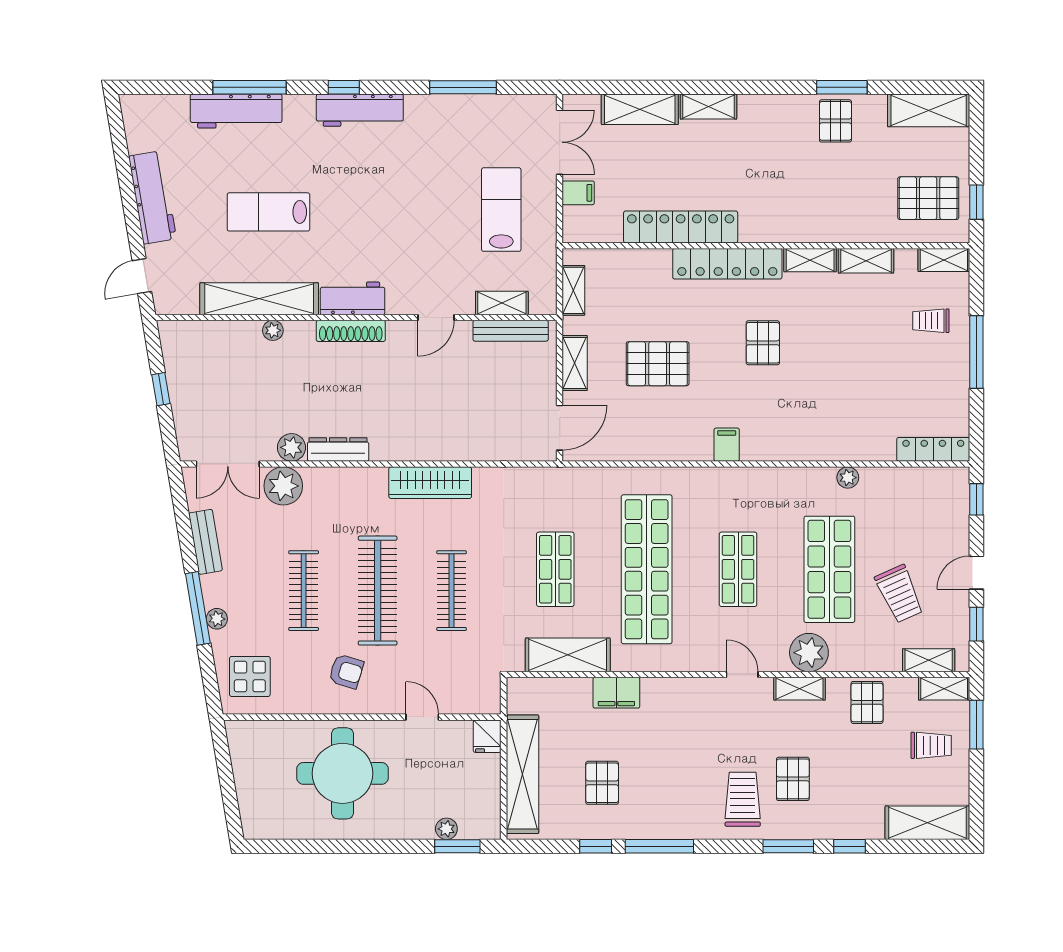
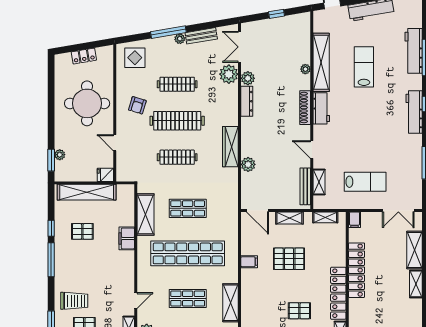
filing cabinet: (578, 193) -> (354, 220), moved
pallet: (658, 364) -> (289, 259), turned 90
filing cabinet: (727, 445) -> (249, 262), moved
plant: (466, 447) -> (248, 164), added
shelving: (747, 482) -> (231, 303), added
plant: (217, 619) -> (180, 39), moved
door: (422, 717) -> (115, 143), swing flipped
locker: (246, 780) -> (84, 56), added

